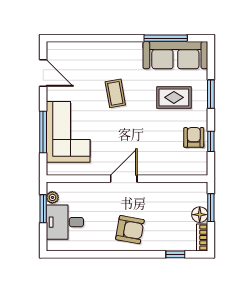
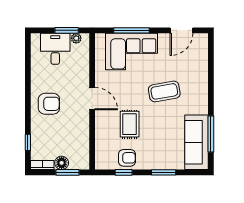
coffee table: (115, 93) -> (164, 91), width x1.36, depth x1.30
rug: (174, 97) -> (130, 124), moved
armchair: (130, 230) -> (49, 104), turned -100

